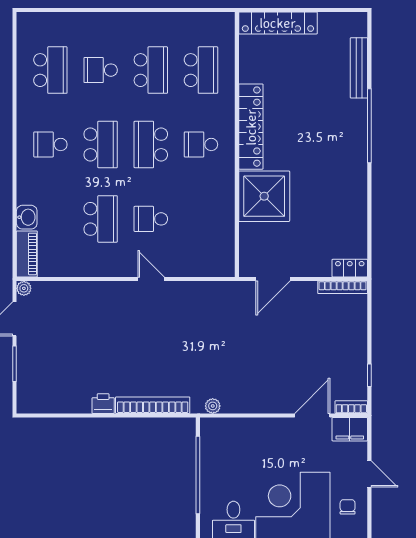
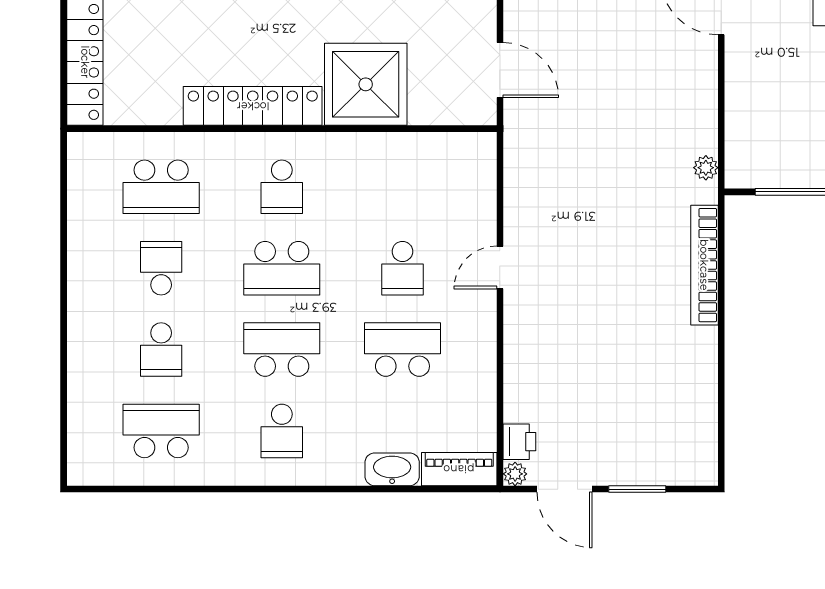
school desk: (151, 70) -> (161, 268), width x0.54
school desk: (201, 70) -> (161, 187), turned 180
washbasin: (27, 217) -> (392, 469), width x1.38
printer: (103, 404) -> (519, 442), moved, turned 180

